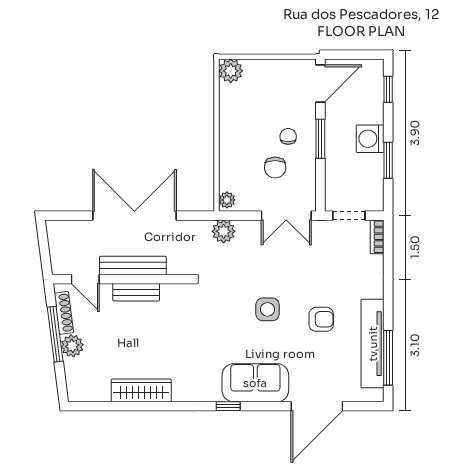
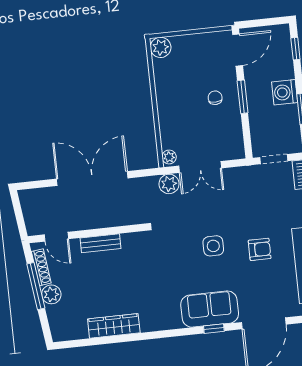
chair: (275, 167) -> (207, 125), removed
double door: (286, 216) -> (200, 167), moved
bench: (133, 266) -> (95, 221), removed
window: (228, 406) -> (214, 329), moved

